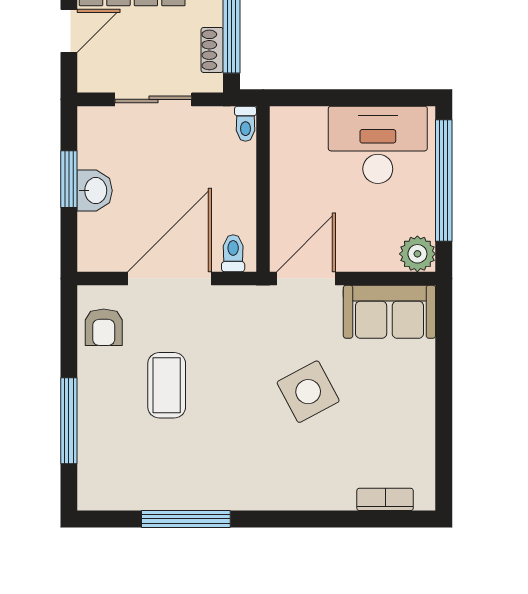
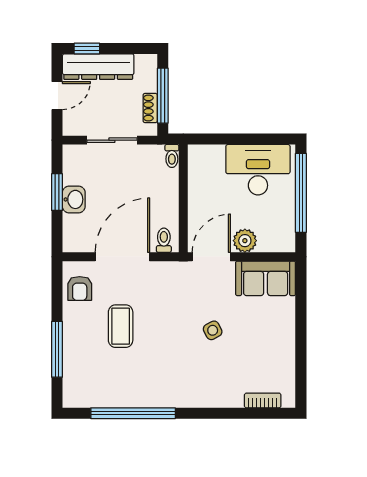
plant: (417, 254) -> (245, 241), moved
side table: (308, 392) -> (213, 330), width x0.54, depth x0.54
window: (186, 519) -> (133, 413), width x1.46

